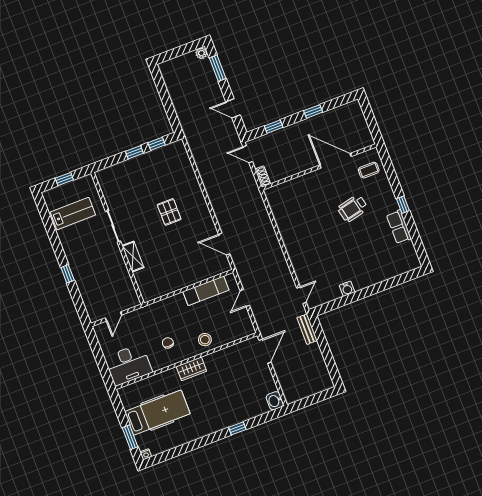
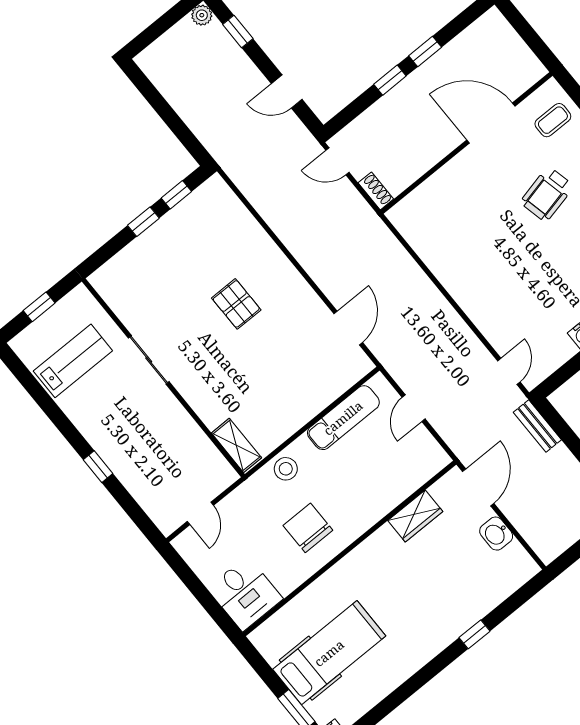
window: (218, 68) -> (238, 31), width x0.67
window: (274, 127) -> (390, 80), moved
door: (224, 244) -> (348, 328), swing flipped
shelving: (133, 257) -> (236, 445), moved
stool: (205, 340) -> (286, 469), moved
chair: (168, 343) -> (308, 528), width x1.87, depth x1.87
desk: (128, 365) -> (245, 594), width x0.73
wardrobe: (191, 369) -> (415, 516), moved
washbasin: (275, 401) -> (496, 534), moved

